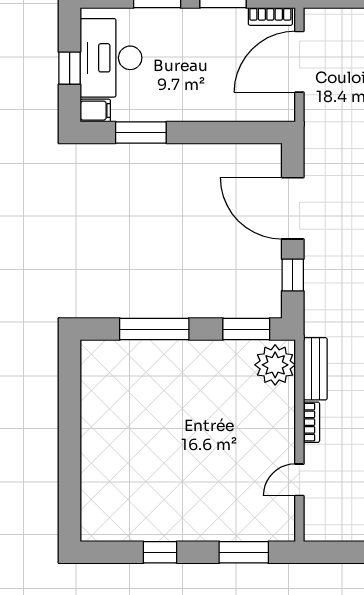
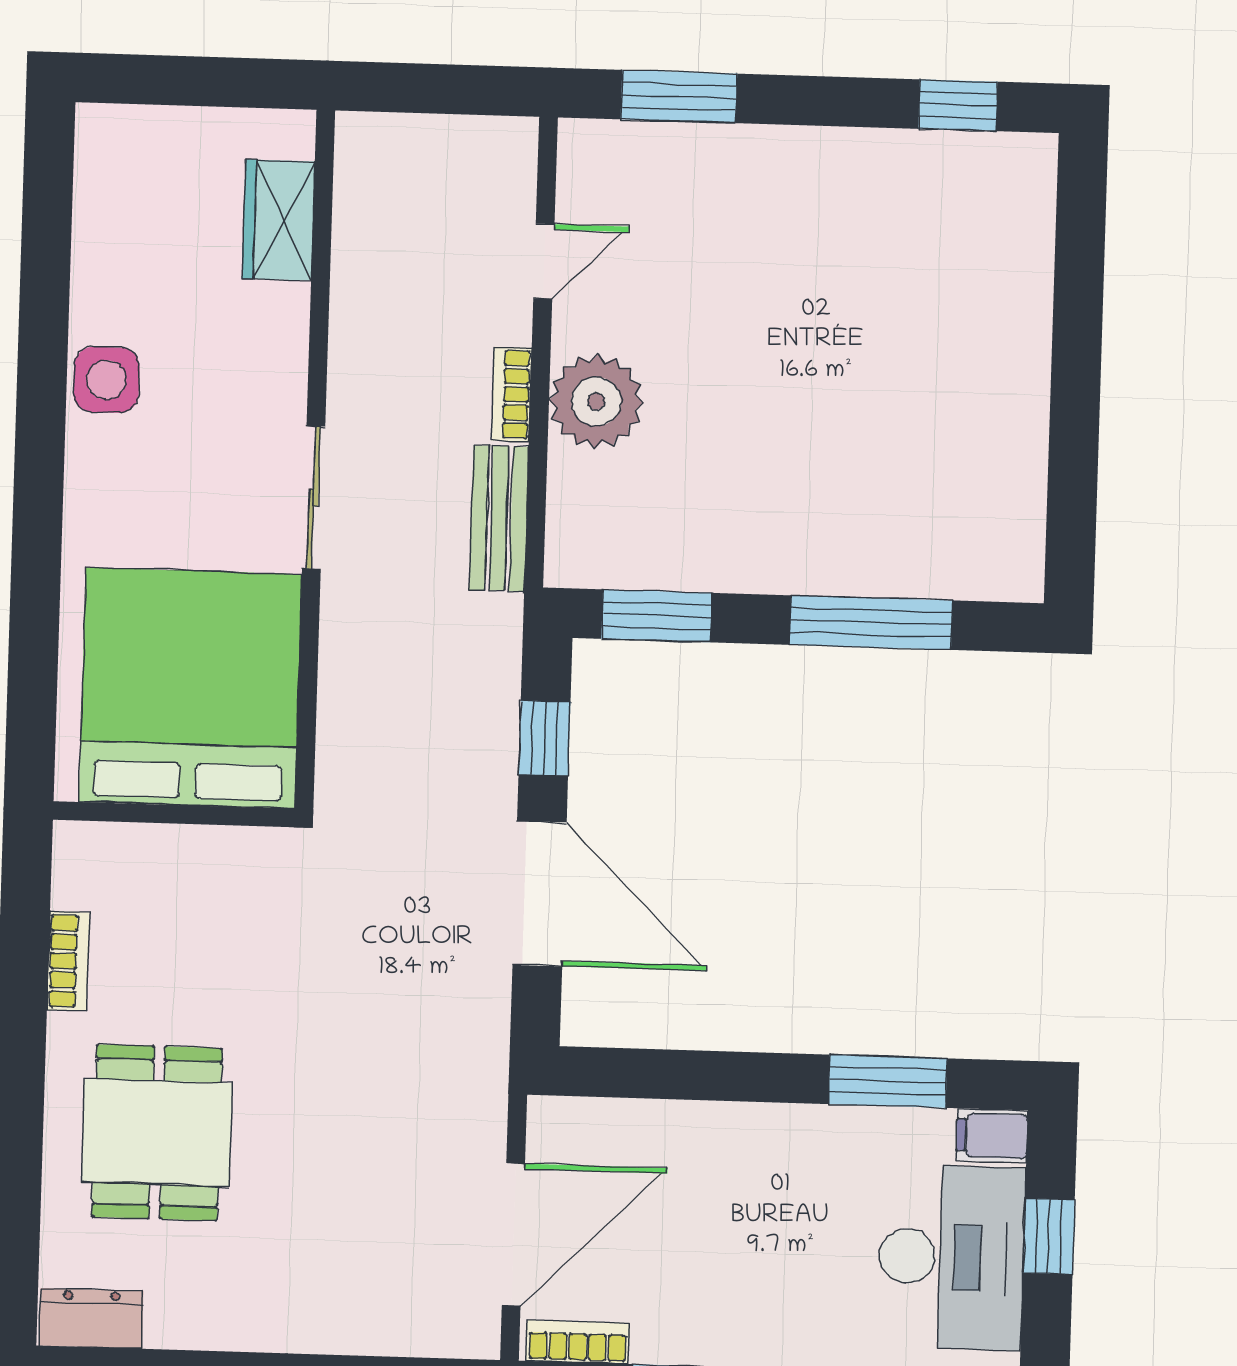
plant: (275, 365) -> (596, 401), moved
window: (160, 552) -> (958, 105), moved

